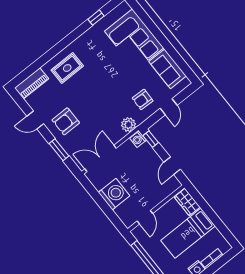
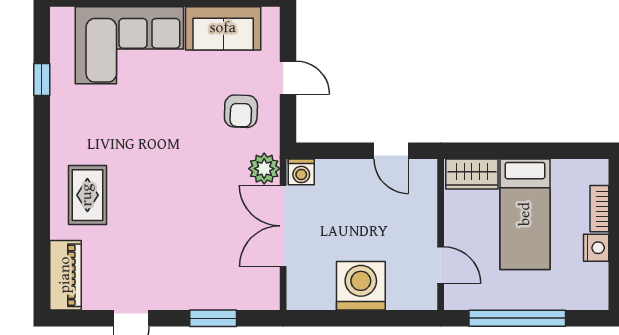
armchair: (66, 121) -> (175, 269), removed
window: (151, 139) -> (318, 151), removed
double door: (101, 158) -> (283, 226), moved

